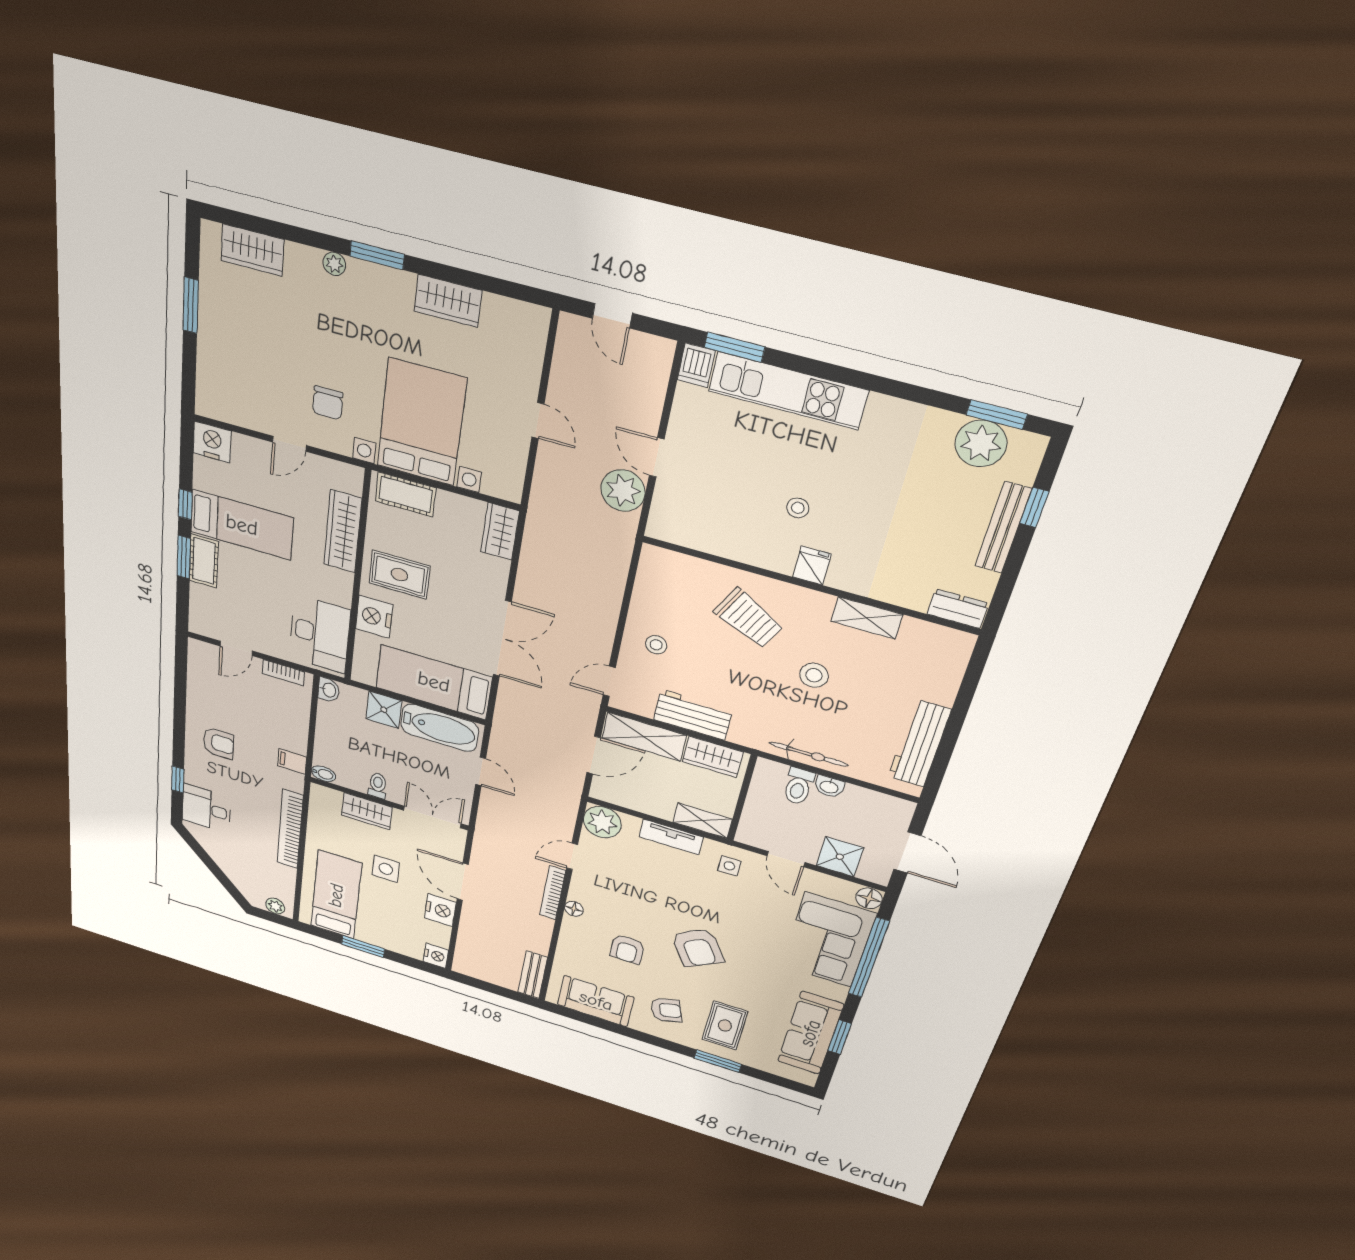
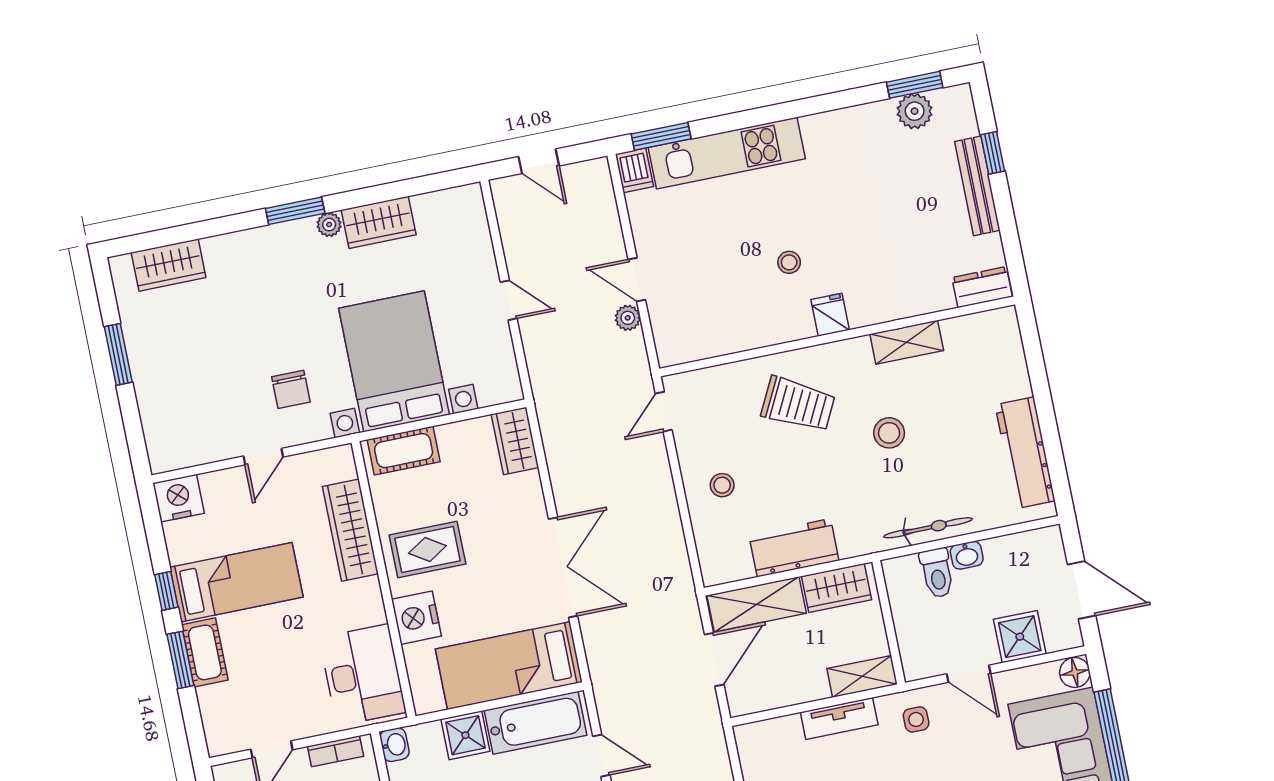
plant: (334, 264) -> (329, 225), moved
plant: (981, 443) -> (915, 111), width x0.73, depth x0.73
plant: (623, 491) -> (628, 318), width x0.53, depth x0.53
door: (609, 681) -> (664, 412), moved
plant: (602, 822) -> (759, 744), removed

